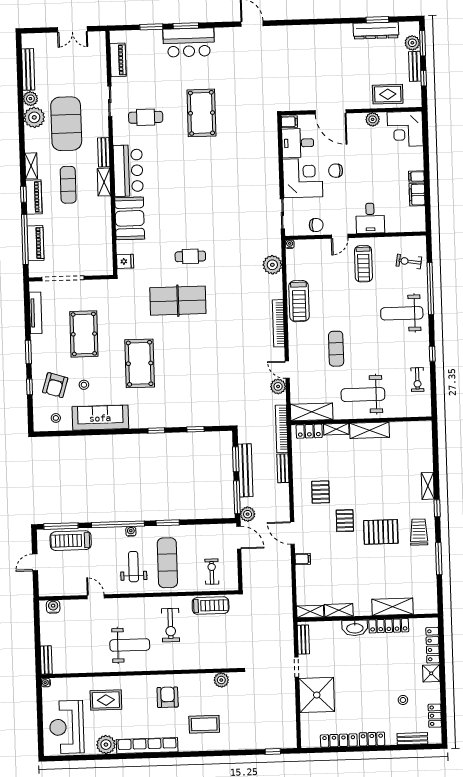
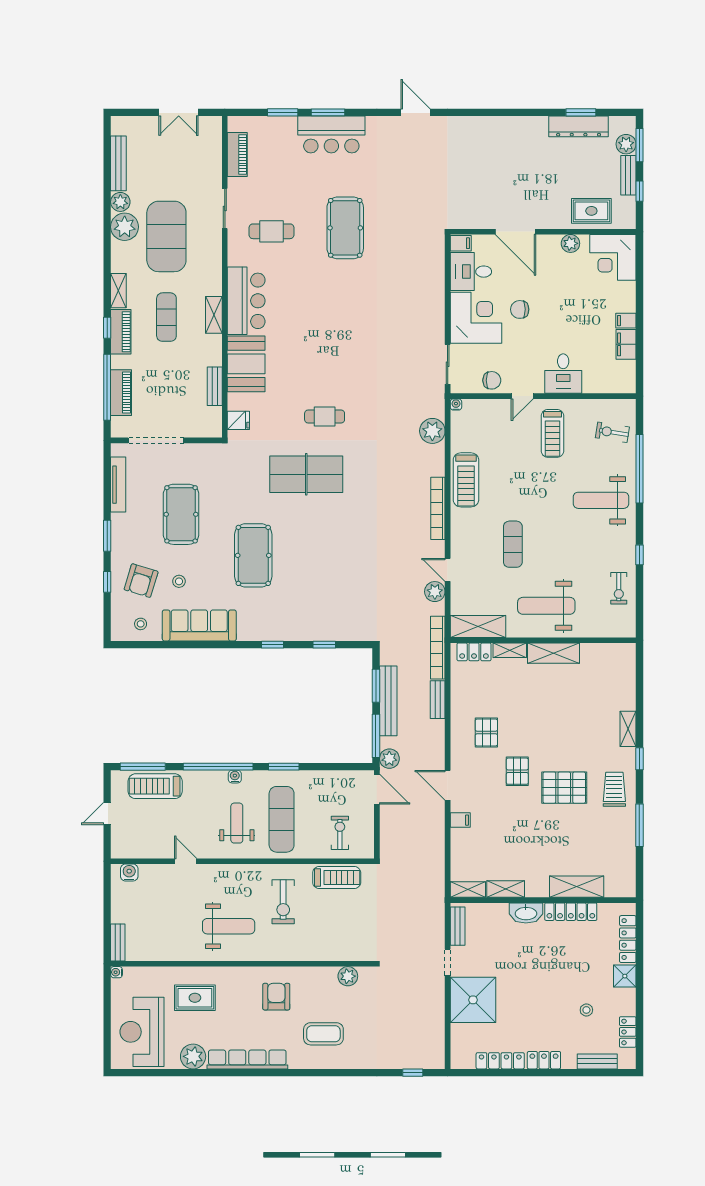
bench: (104, 152) -> (215, 386), moved

